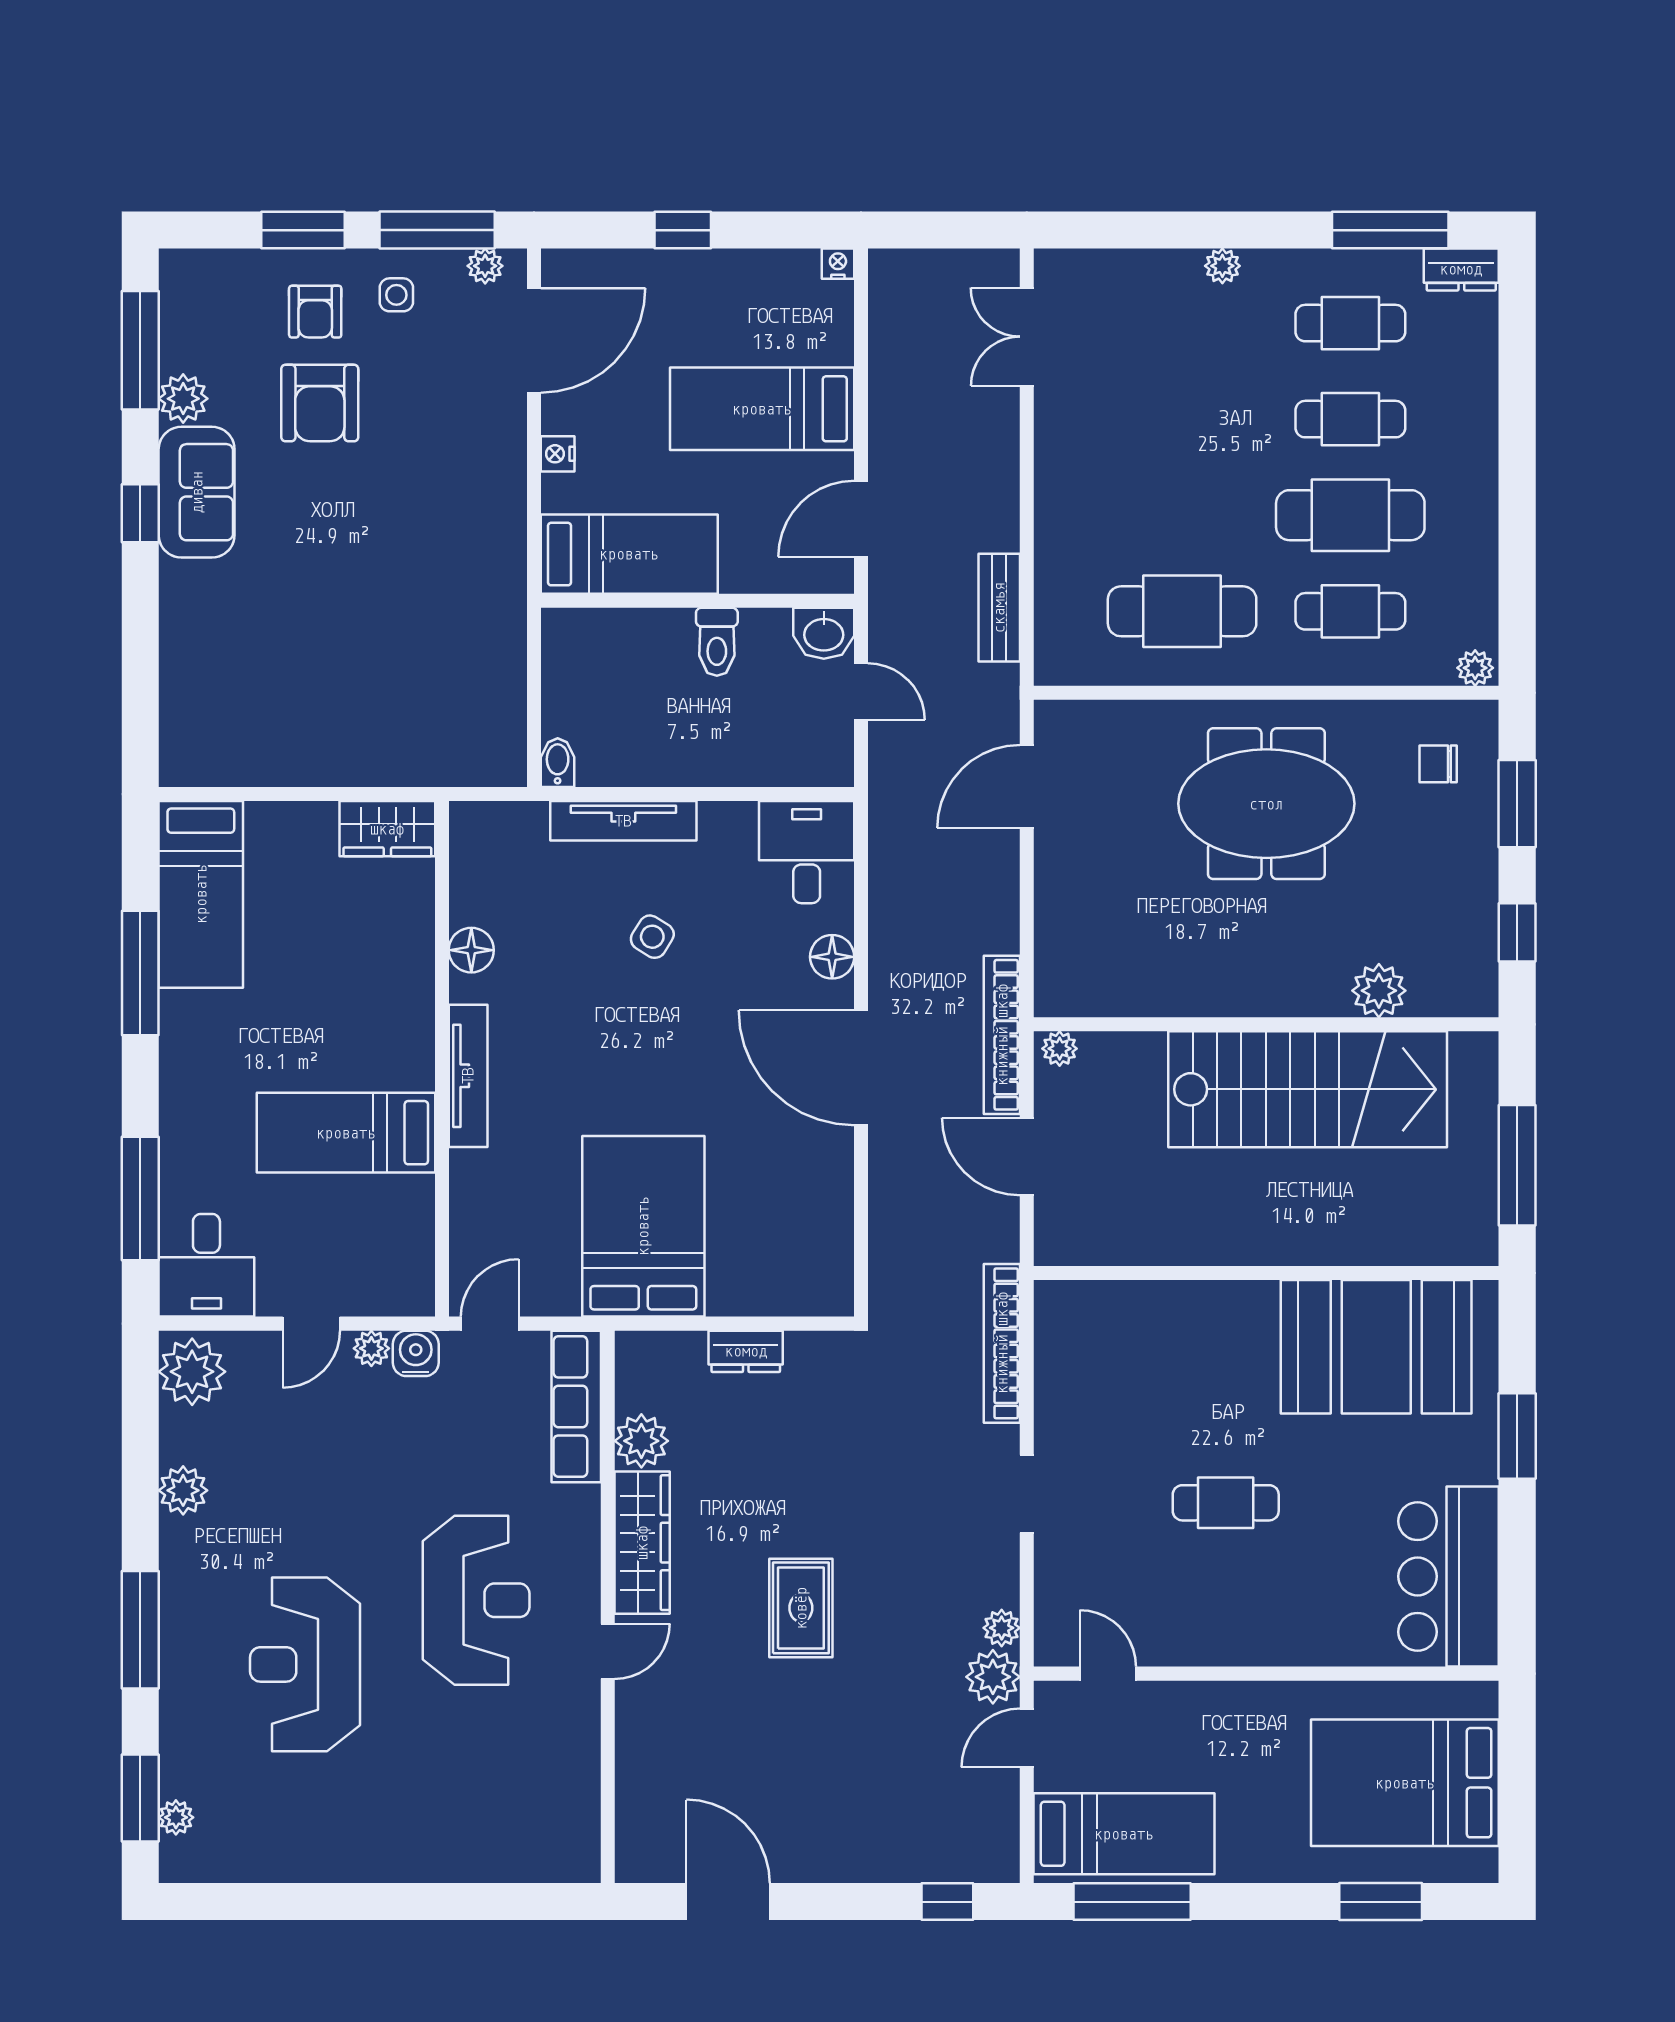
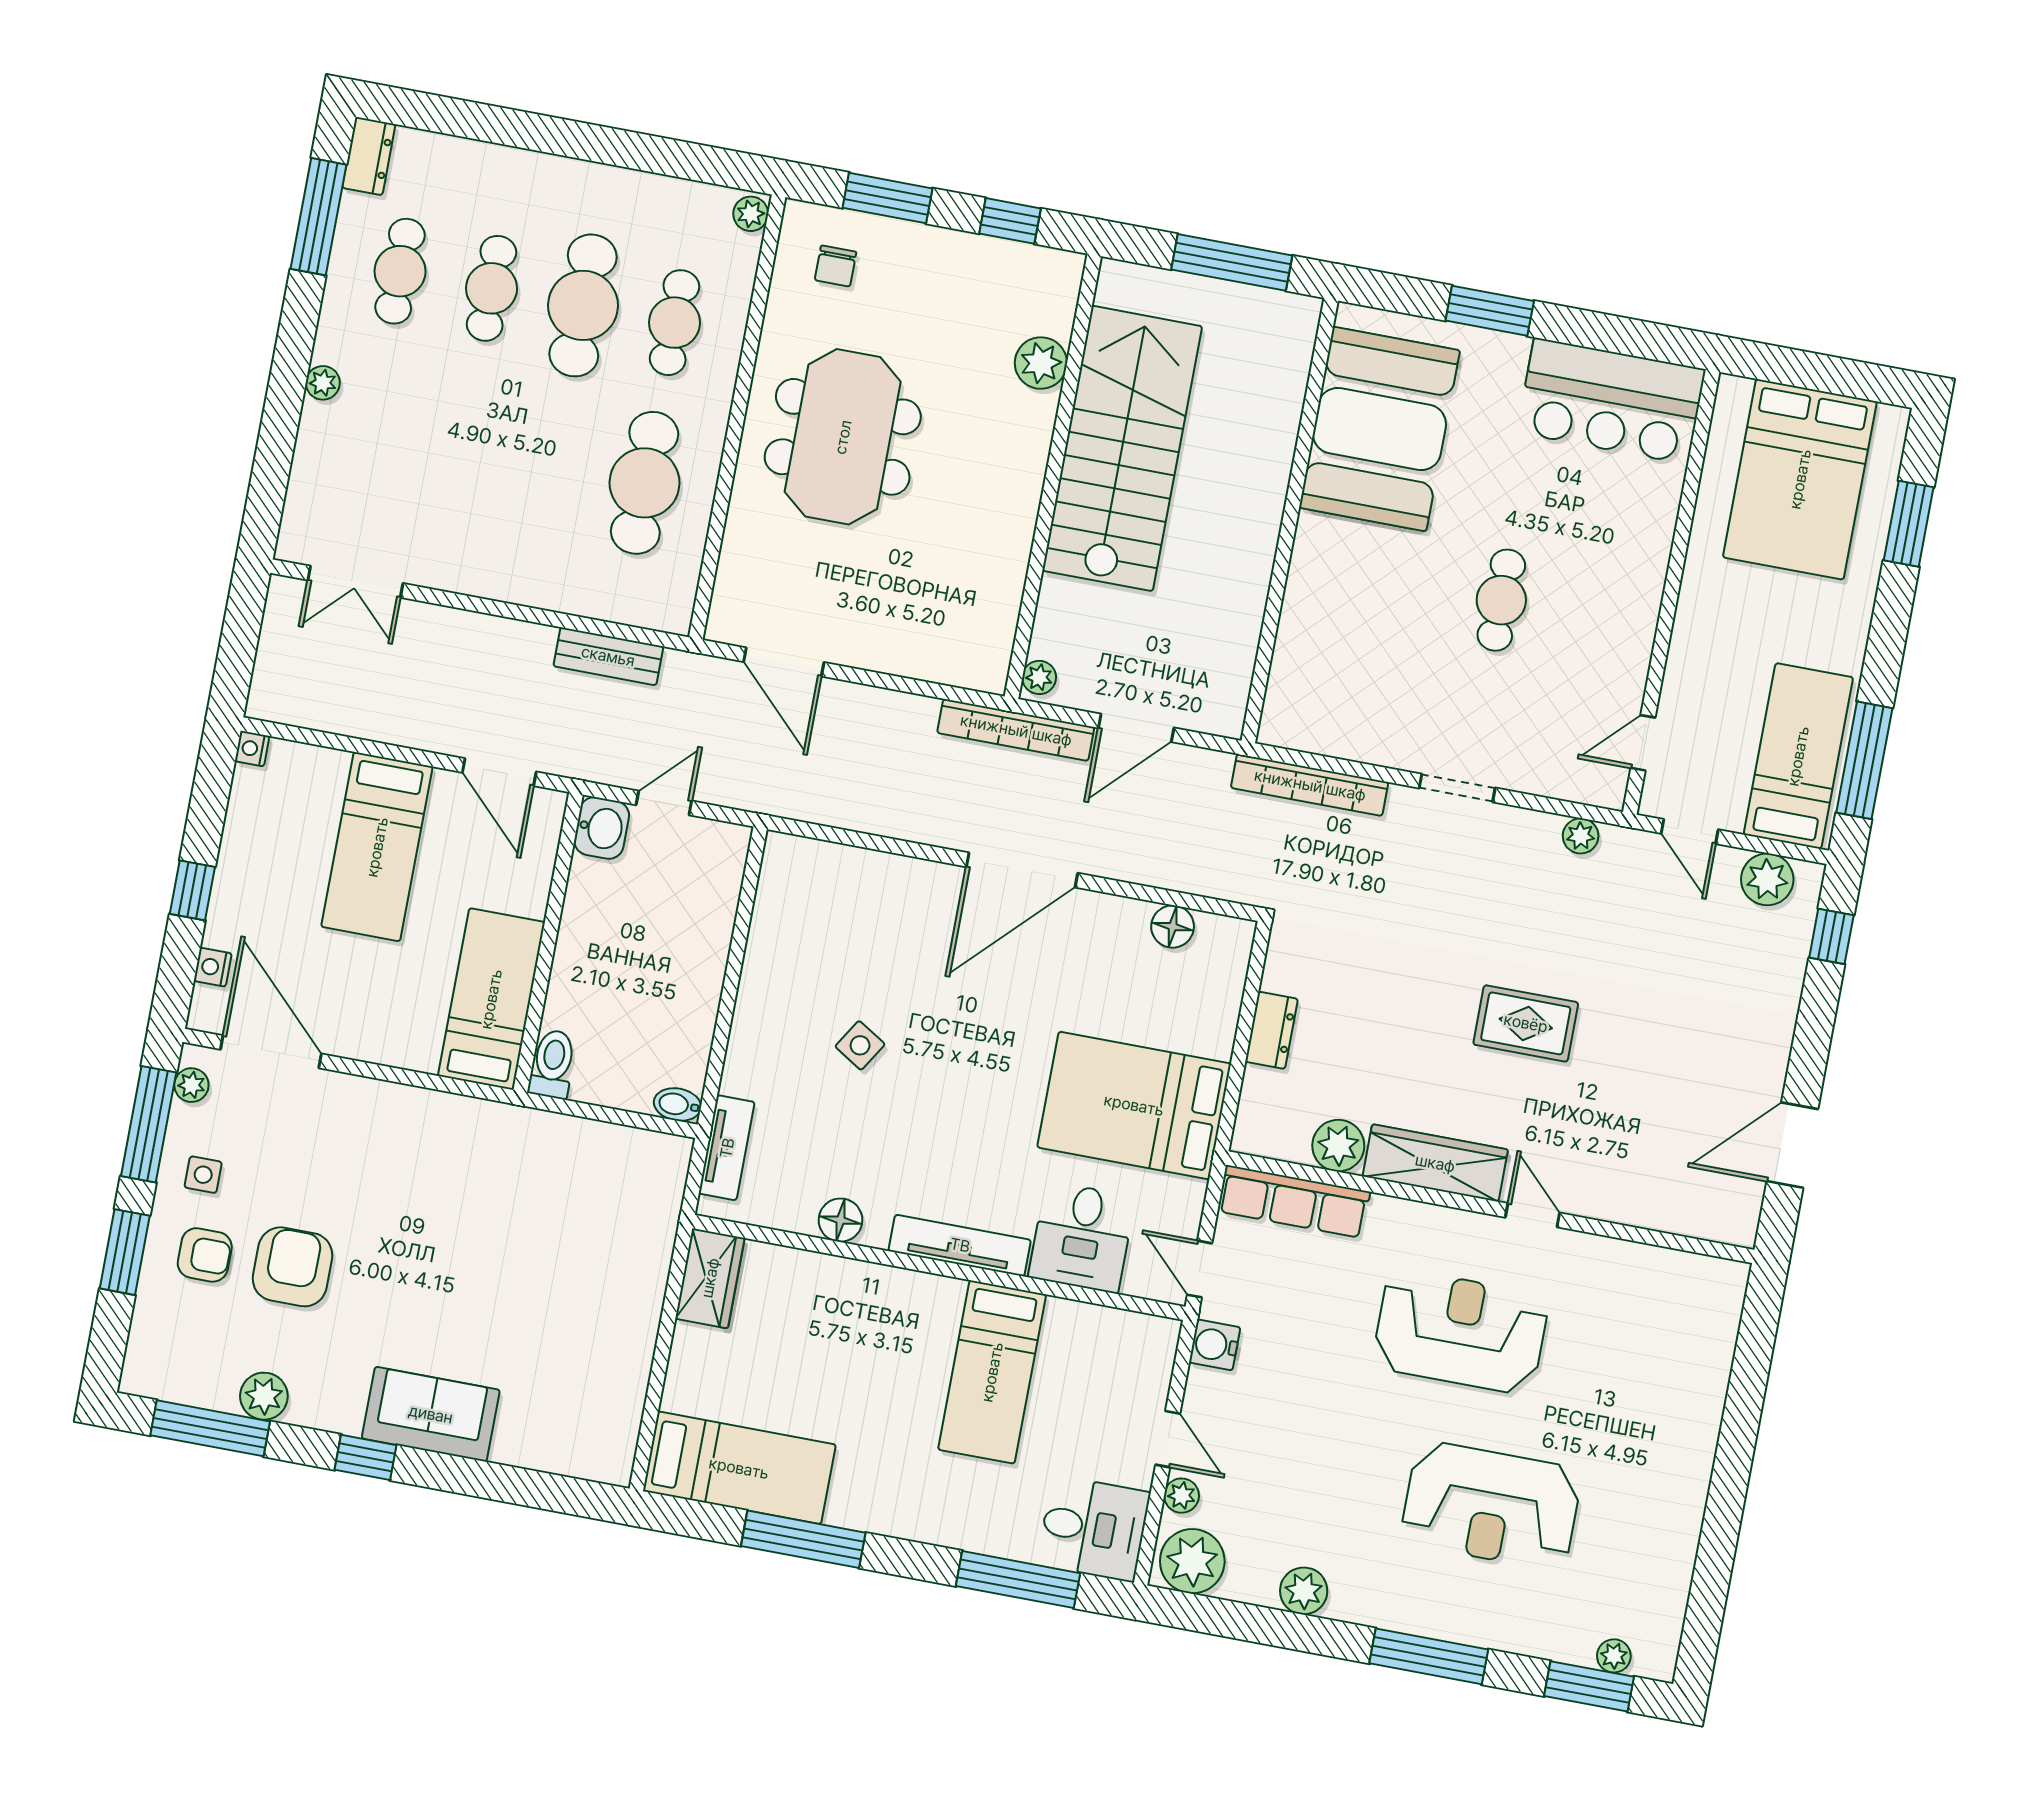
armchair: (320, 403) -> (292, 1267), turned -90
nightstand: (558, 454) -> (213, 967), moved, turned 90
sofa: (197, 492) -> (431, 1414), moved
toilet: (717, 642) -> (553, 1064), moved, turned -90
tv unit: (623, 821) -> (727, 1148), moved, width x0.71
desk: (807, 852) -> (1082, 1237), moved, turned -90
floor lamp: (832, 957) -> (1173, 927), moved
plant: (371, 1348) -> (1182, 1496), moved
plant: (993, 1677) -> (1767, 879), moved

